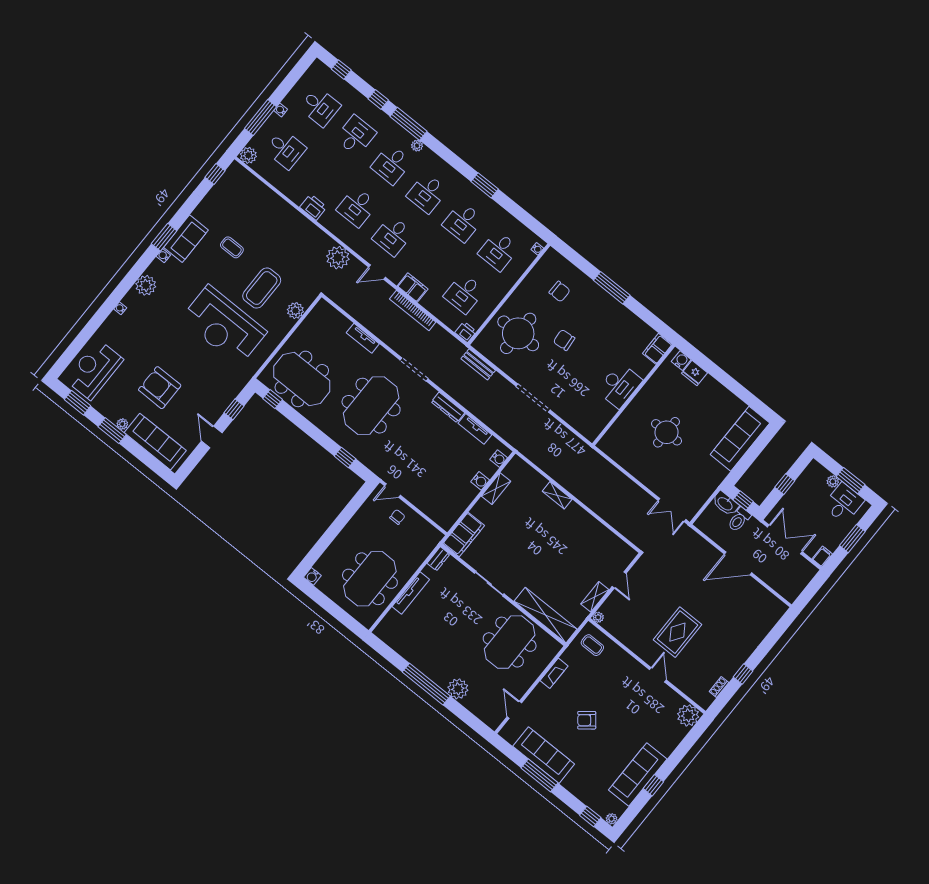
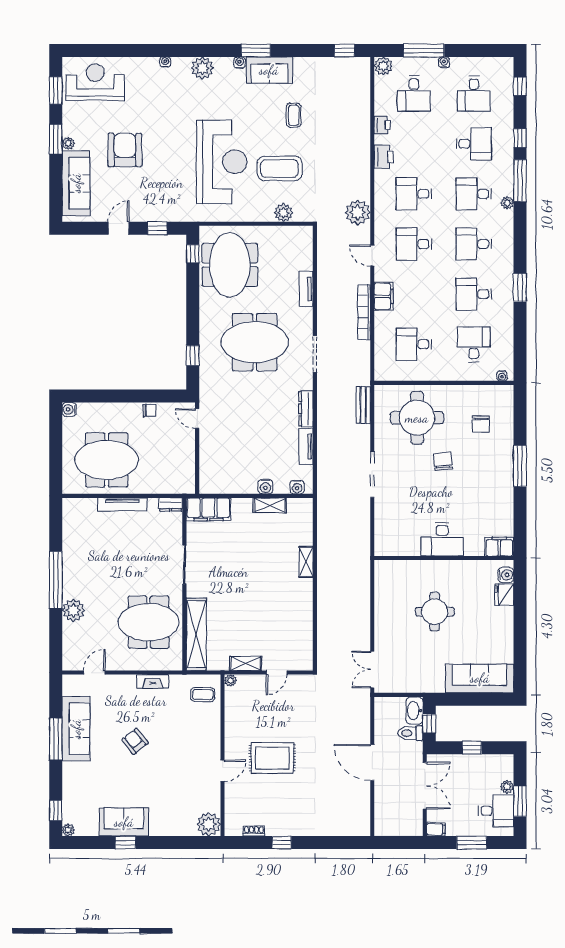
desk: (499, 251) -> (474, 344), turned 90
reception desk: (224, 325) -> (222, 162), turned 180
printer: (466, 332) -> (382, 125), moved
chair: (397, 517) -> (149, 410), moved
coffee table: (592, 645) -> (203, 695), turned 90
sofa: (638, 775) -> (124, 822), width x0.73

